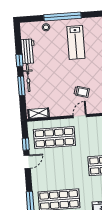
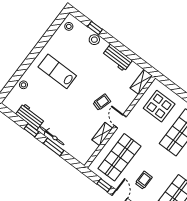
window: (62, 16) -> (27, 64), removed
lab bench: (76, 42) -> (57, 71), turned 180
shelving: (38, 113) -> (102, 134), moved
trolley: (53, 168) -> (144, 180), added

